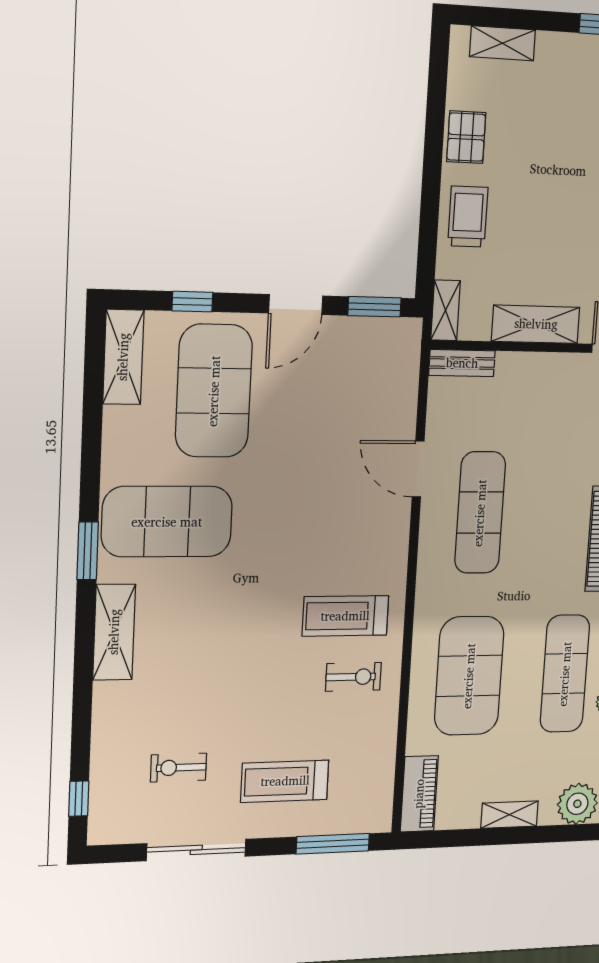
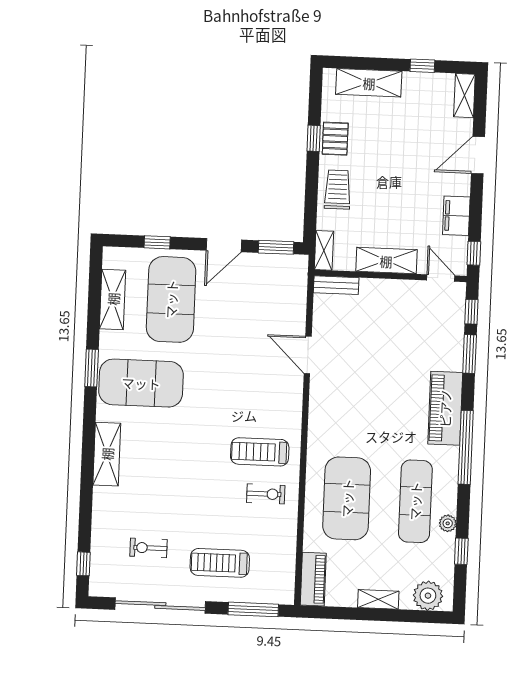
shelving: (502, 43) -> (369, 83), width x1.50, depth x1.33
window: (434, 136) -> (314, 138), added
shelving: (123, 357) -> (113, 299), moved
exercise mat: (480, 513) -> (351, 386), removed
window: (88, 551) -> (92, 368), moved
sliding door: (196, 850) -> (160, 606), width x1.36

